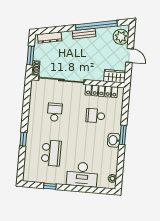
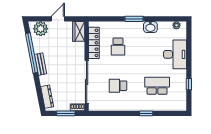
washbasin: (114, 140) -> (150, 27), moved

